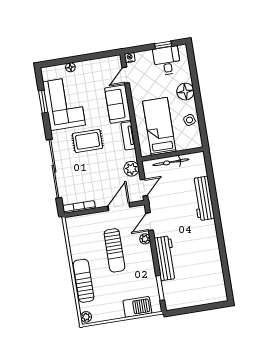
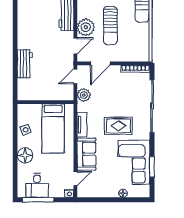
window: (163, 45) -> (38, 200), width x2.17
bicycle: (171, 162) -> (48, 95), removed
workbench: (203, 198) -> (25, 64), width x0.73
plant: (145, 239) -> (86, 27), width x1.87, depth x1.87
sun lounger: (114, 250) -> (110, 25), turned 180

